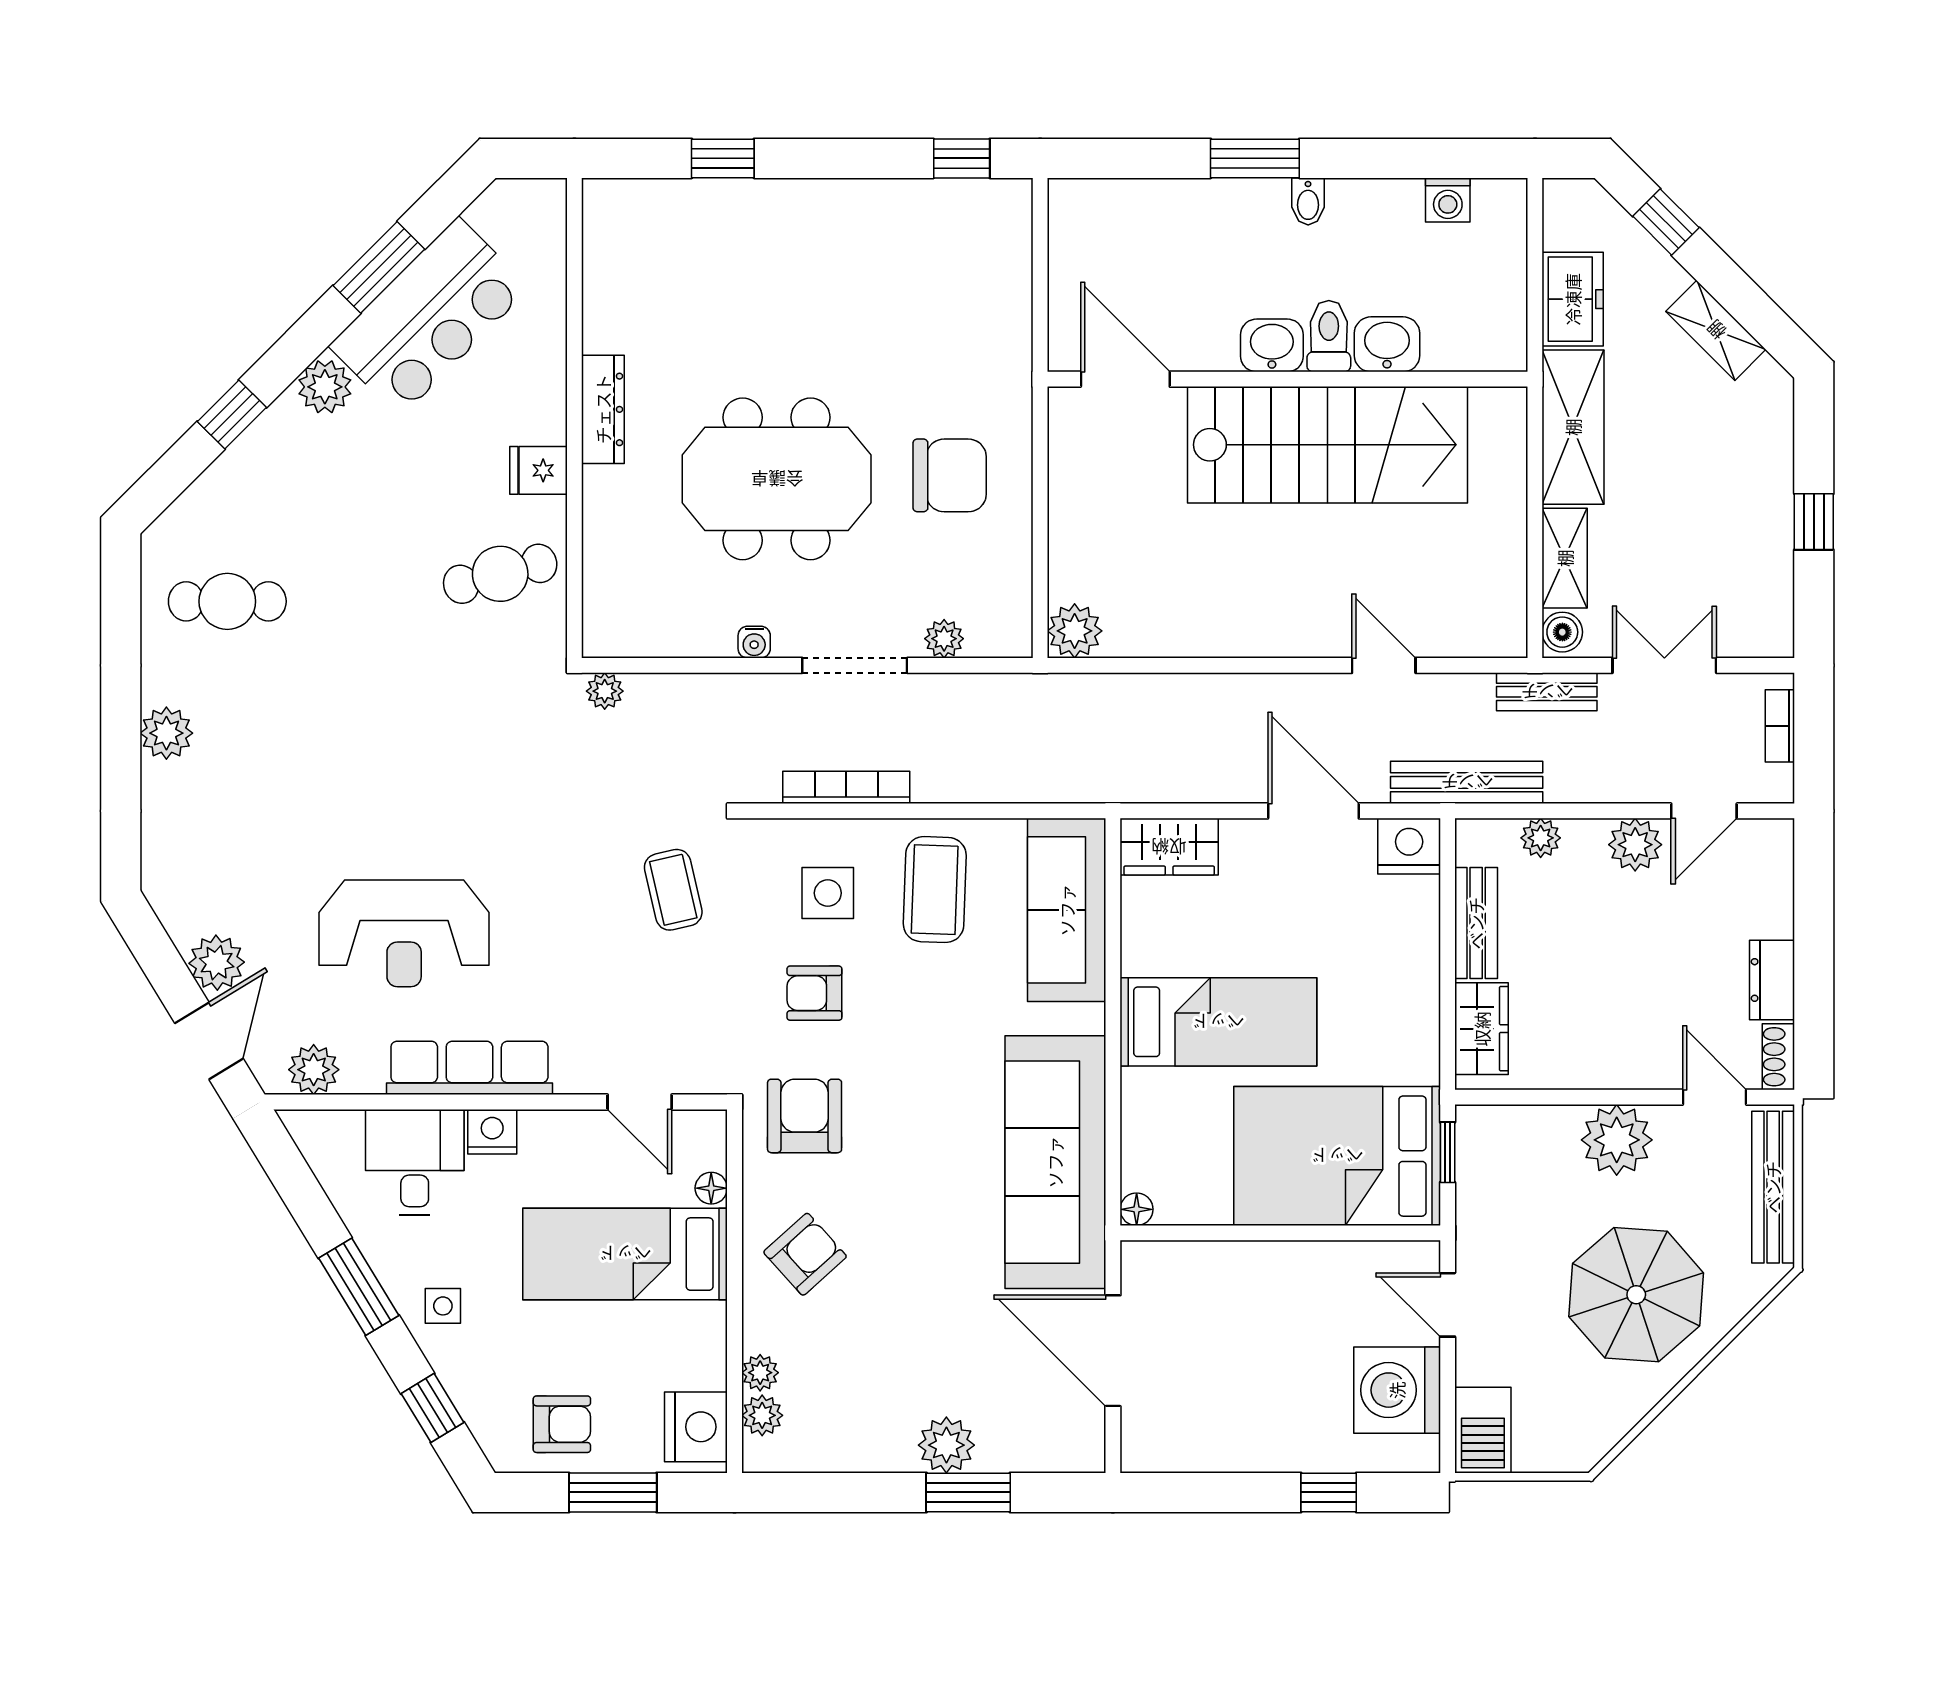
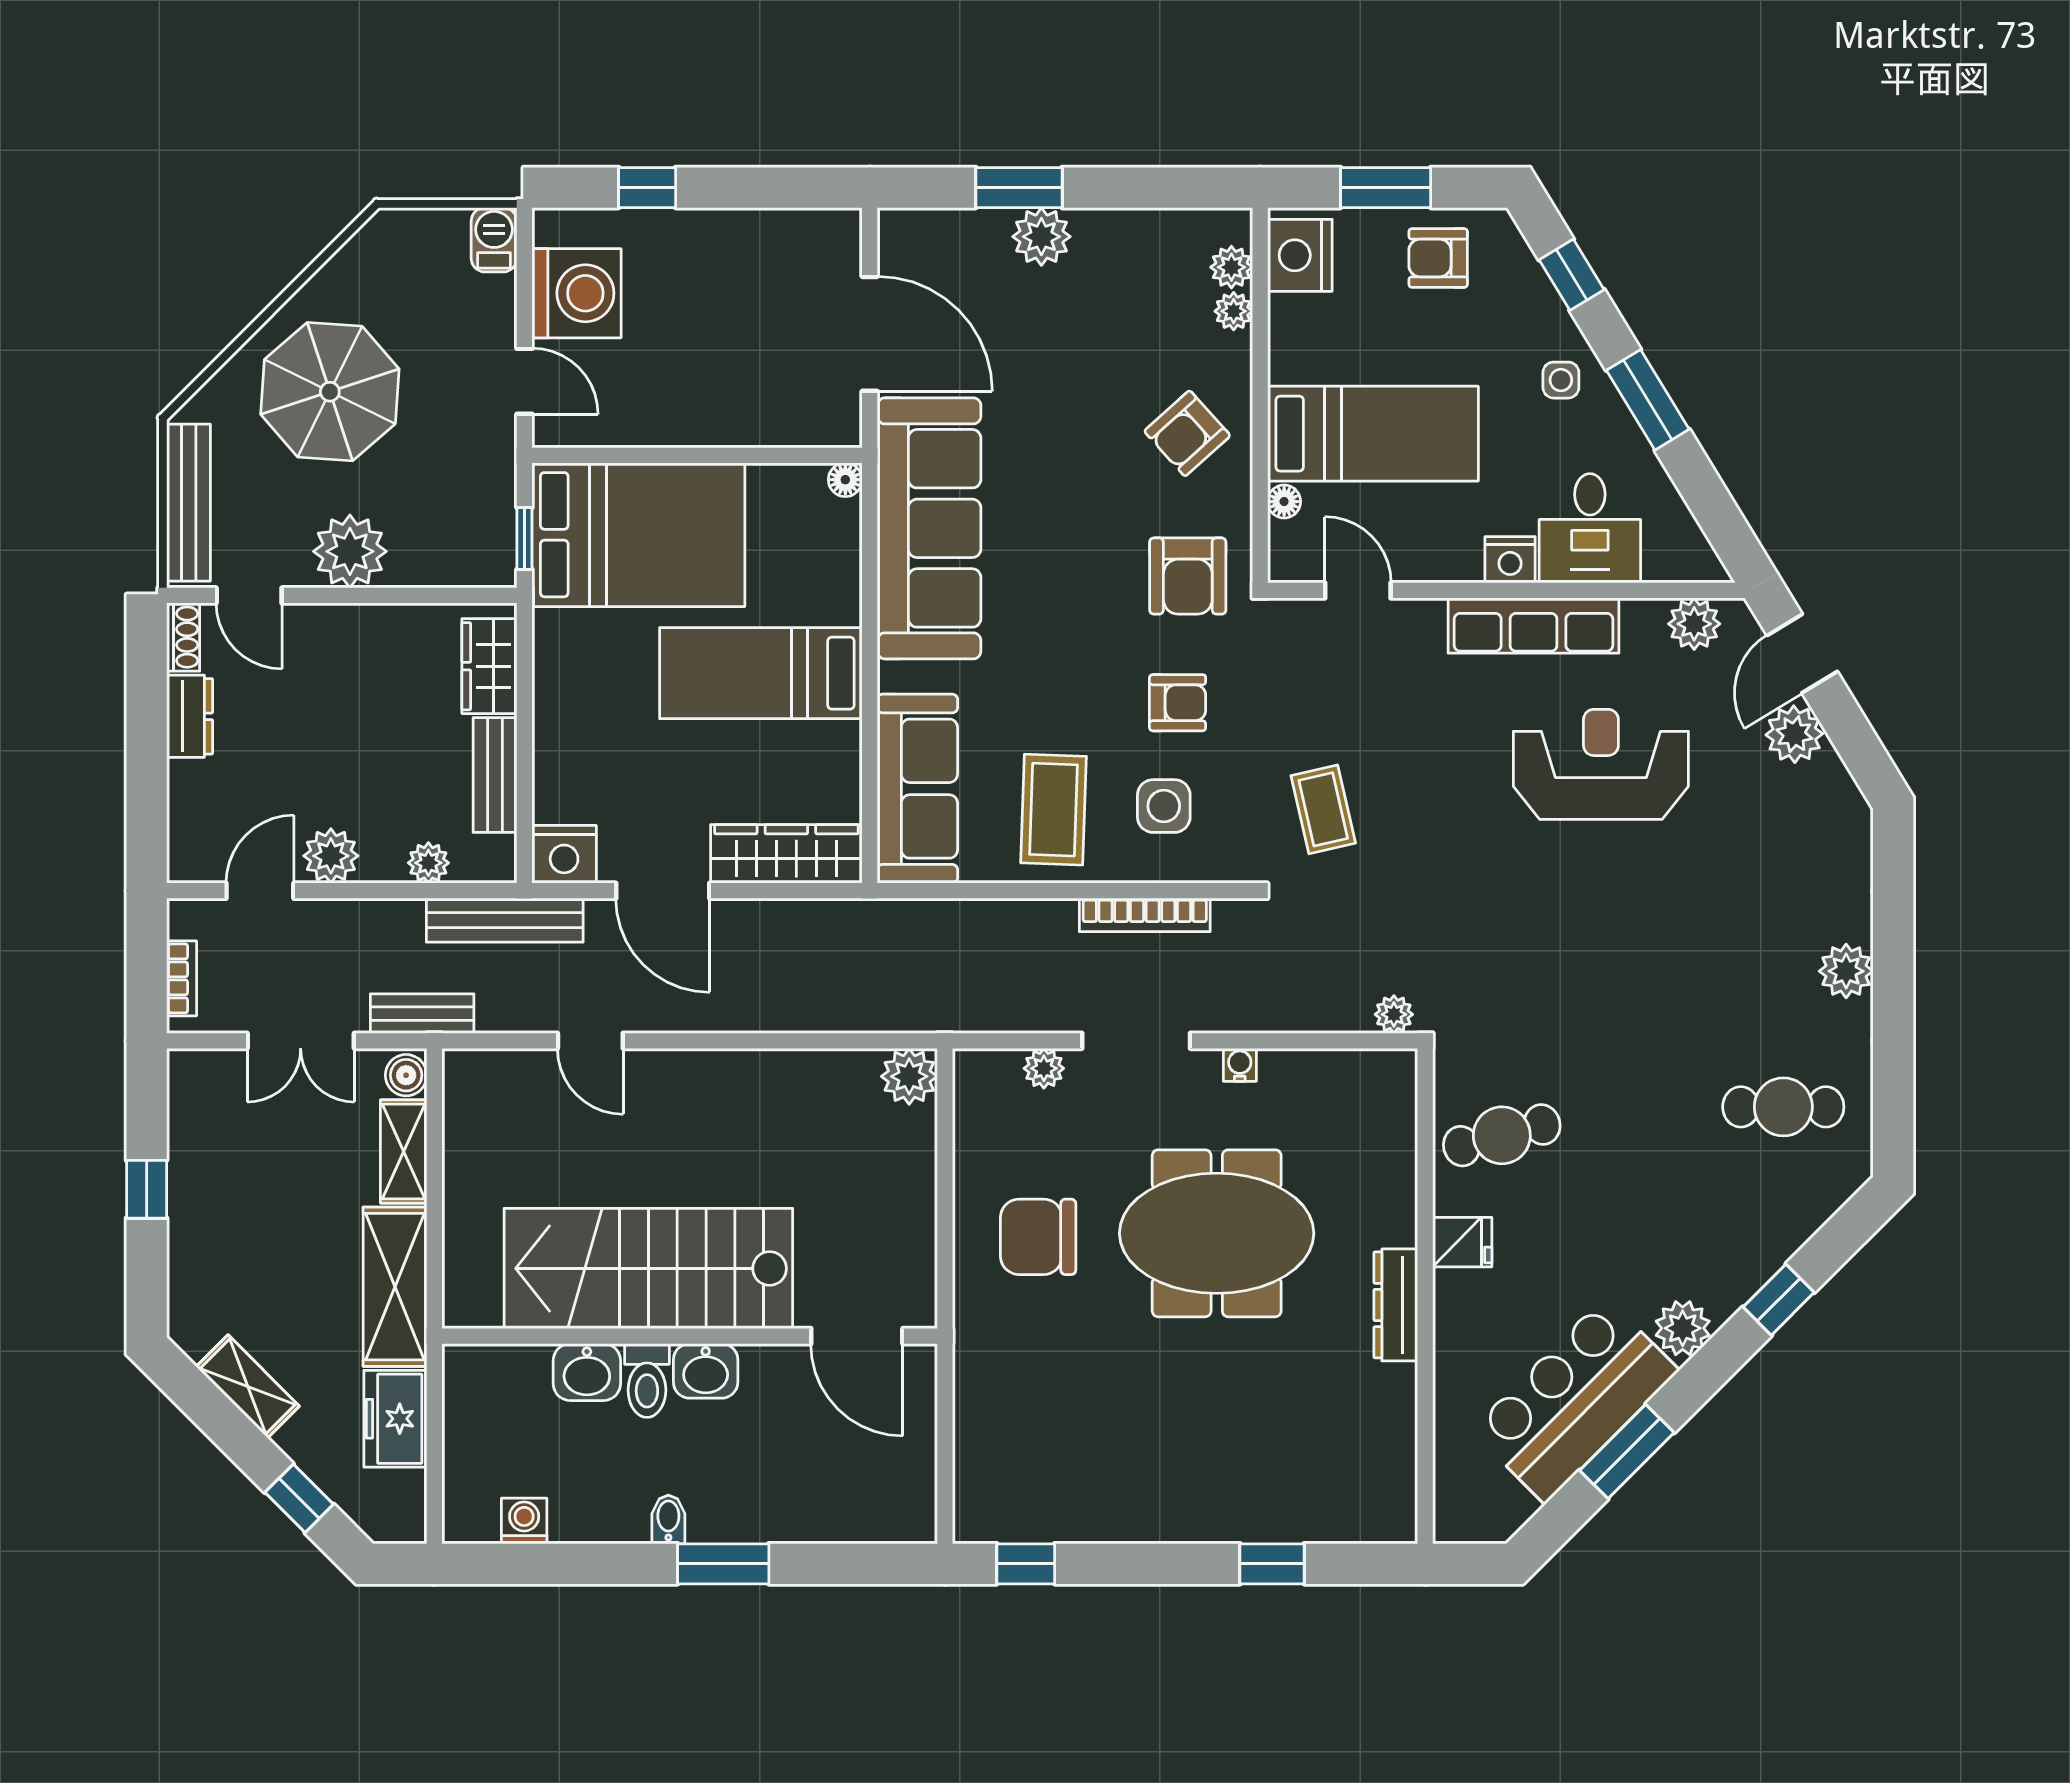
wardrobe: (1169, 847) -> (786, 854), width x1.50
barbecue: (1483, 1430) -> (494, 240), width x0.73, depth x0.79

